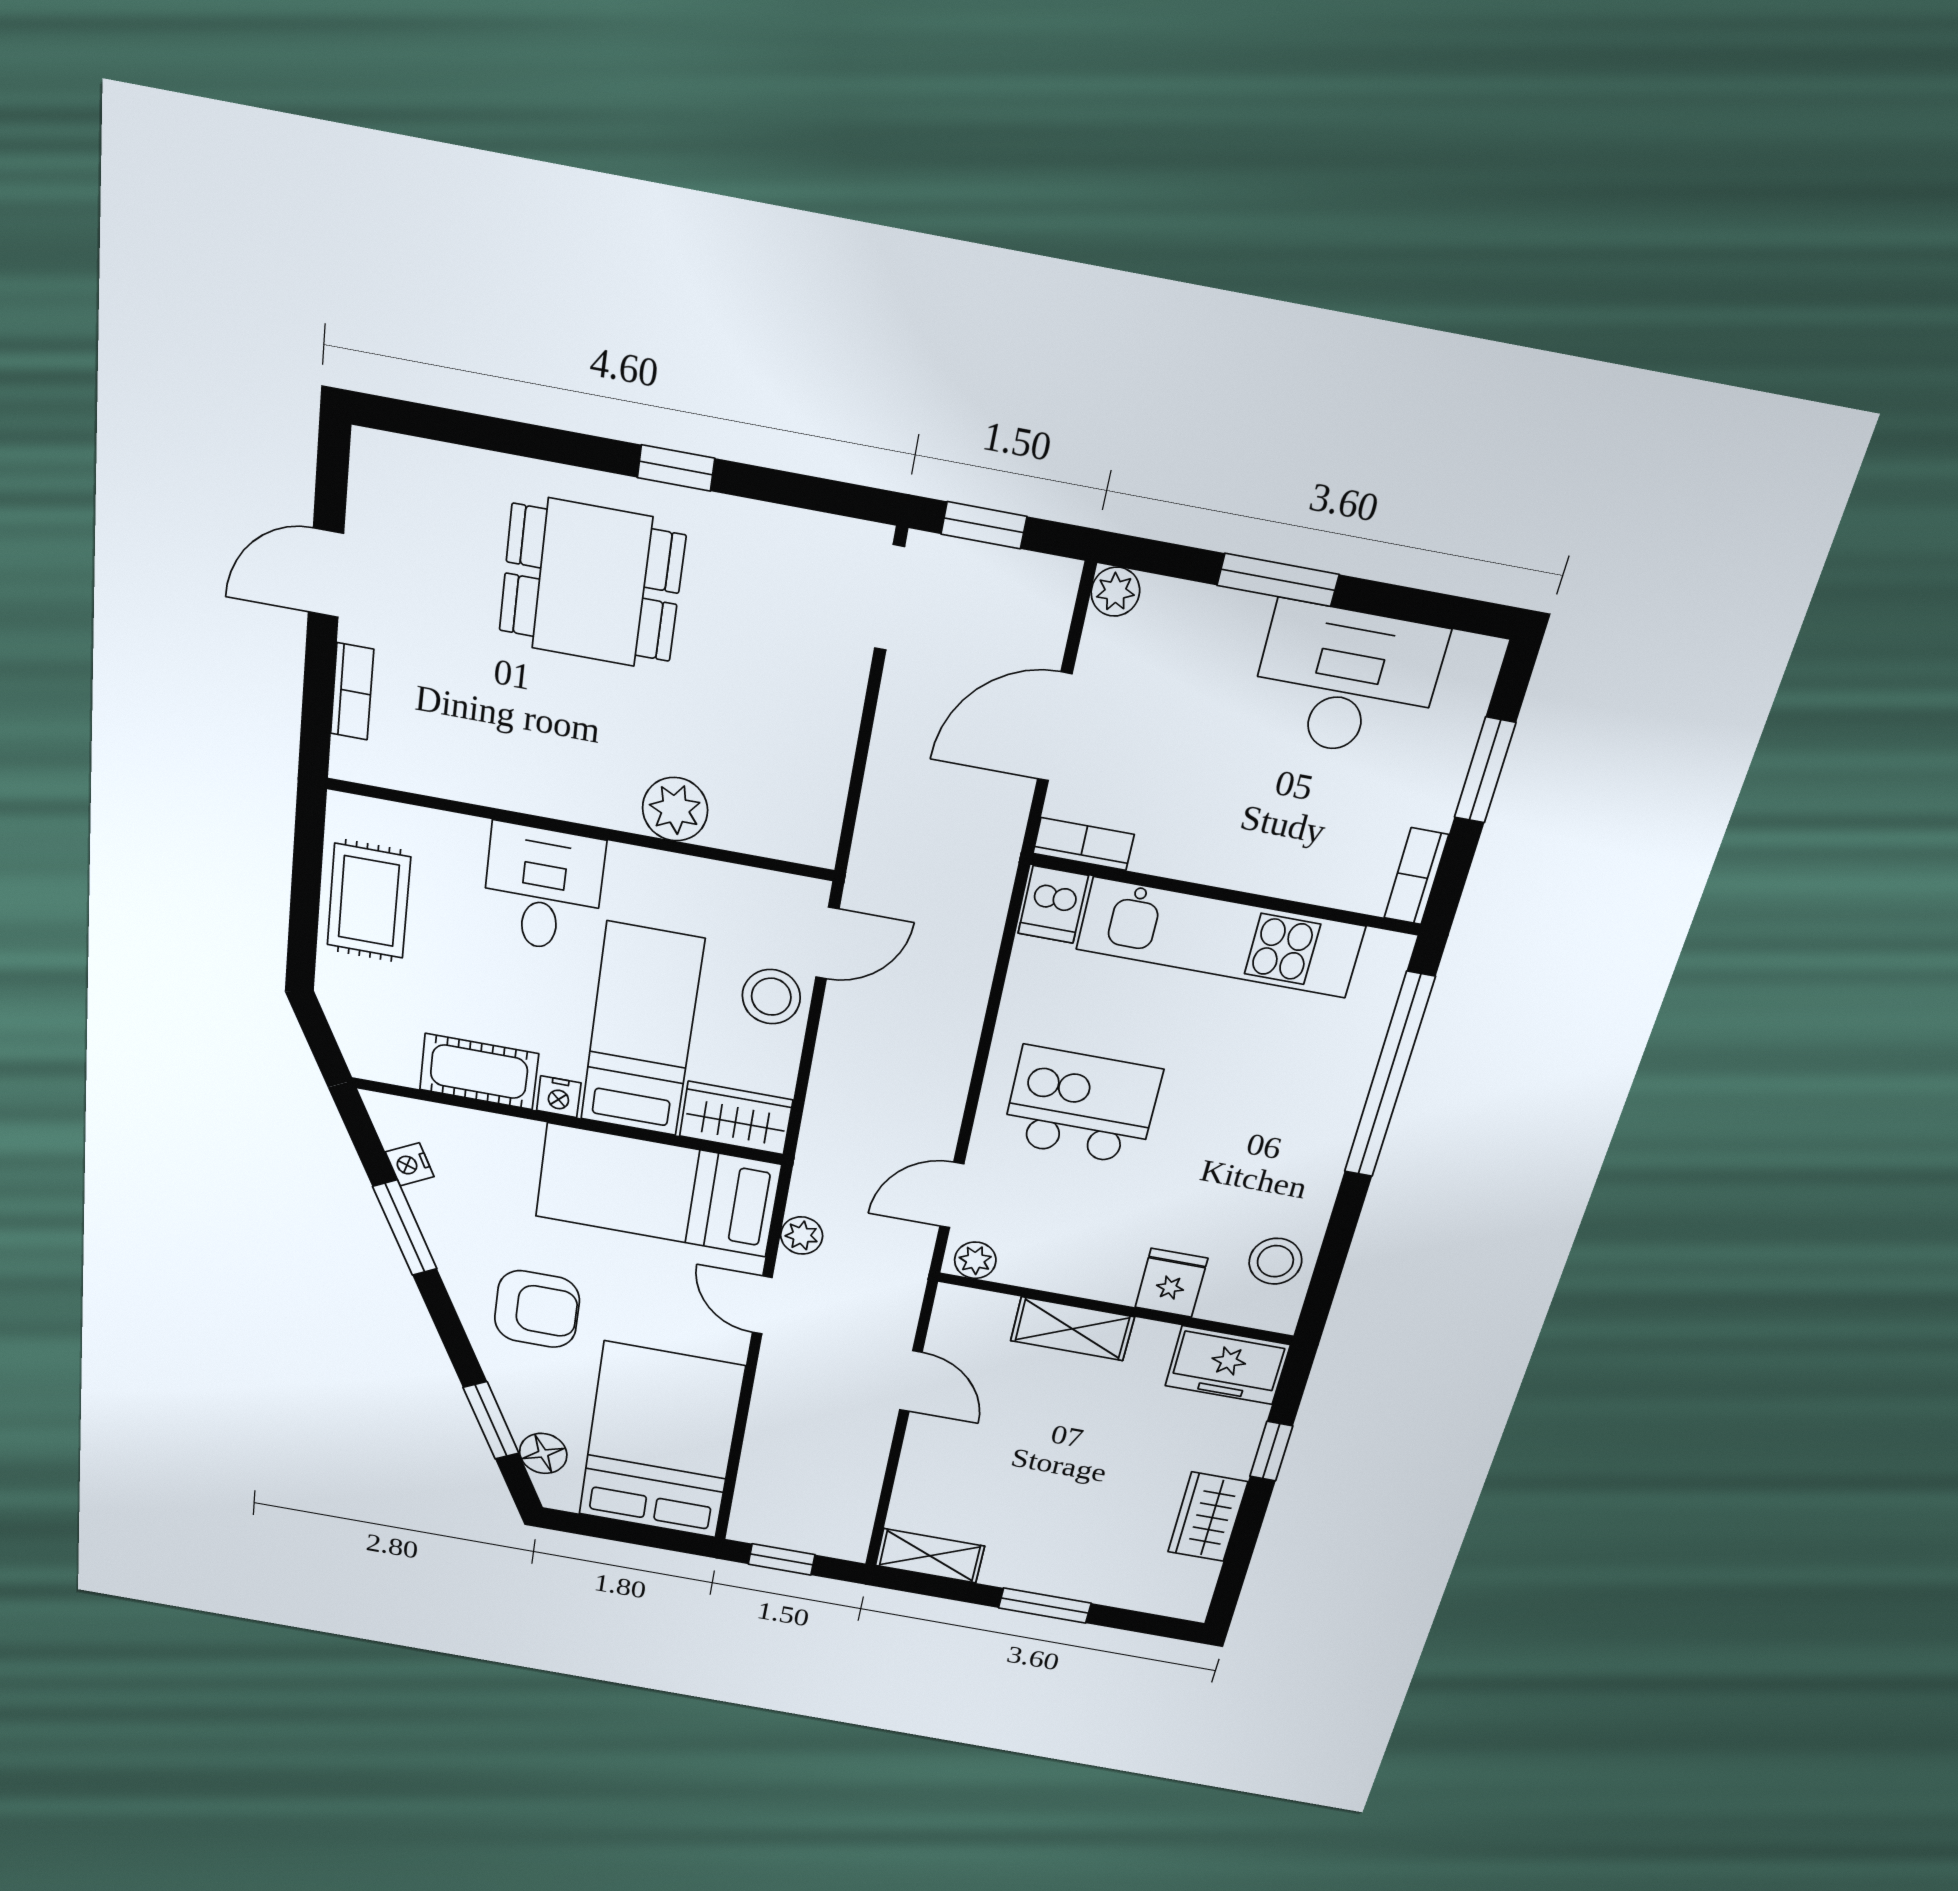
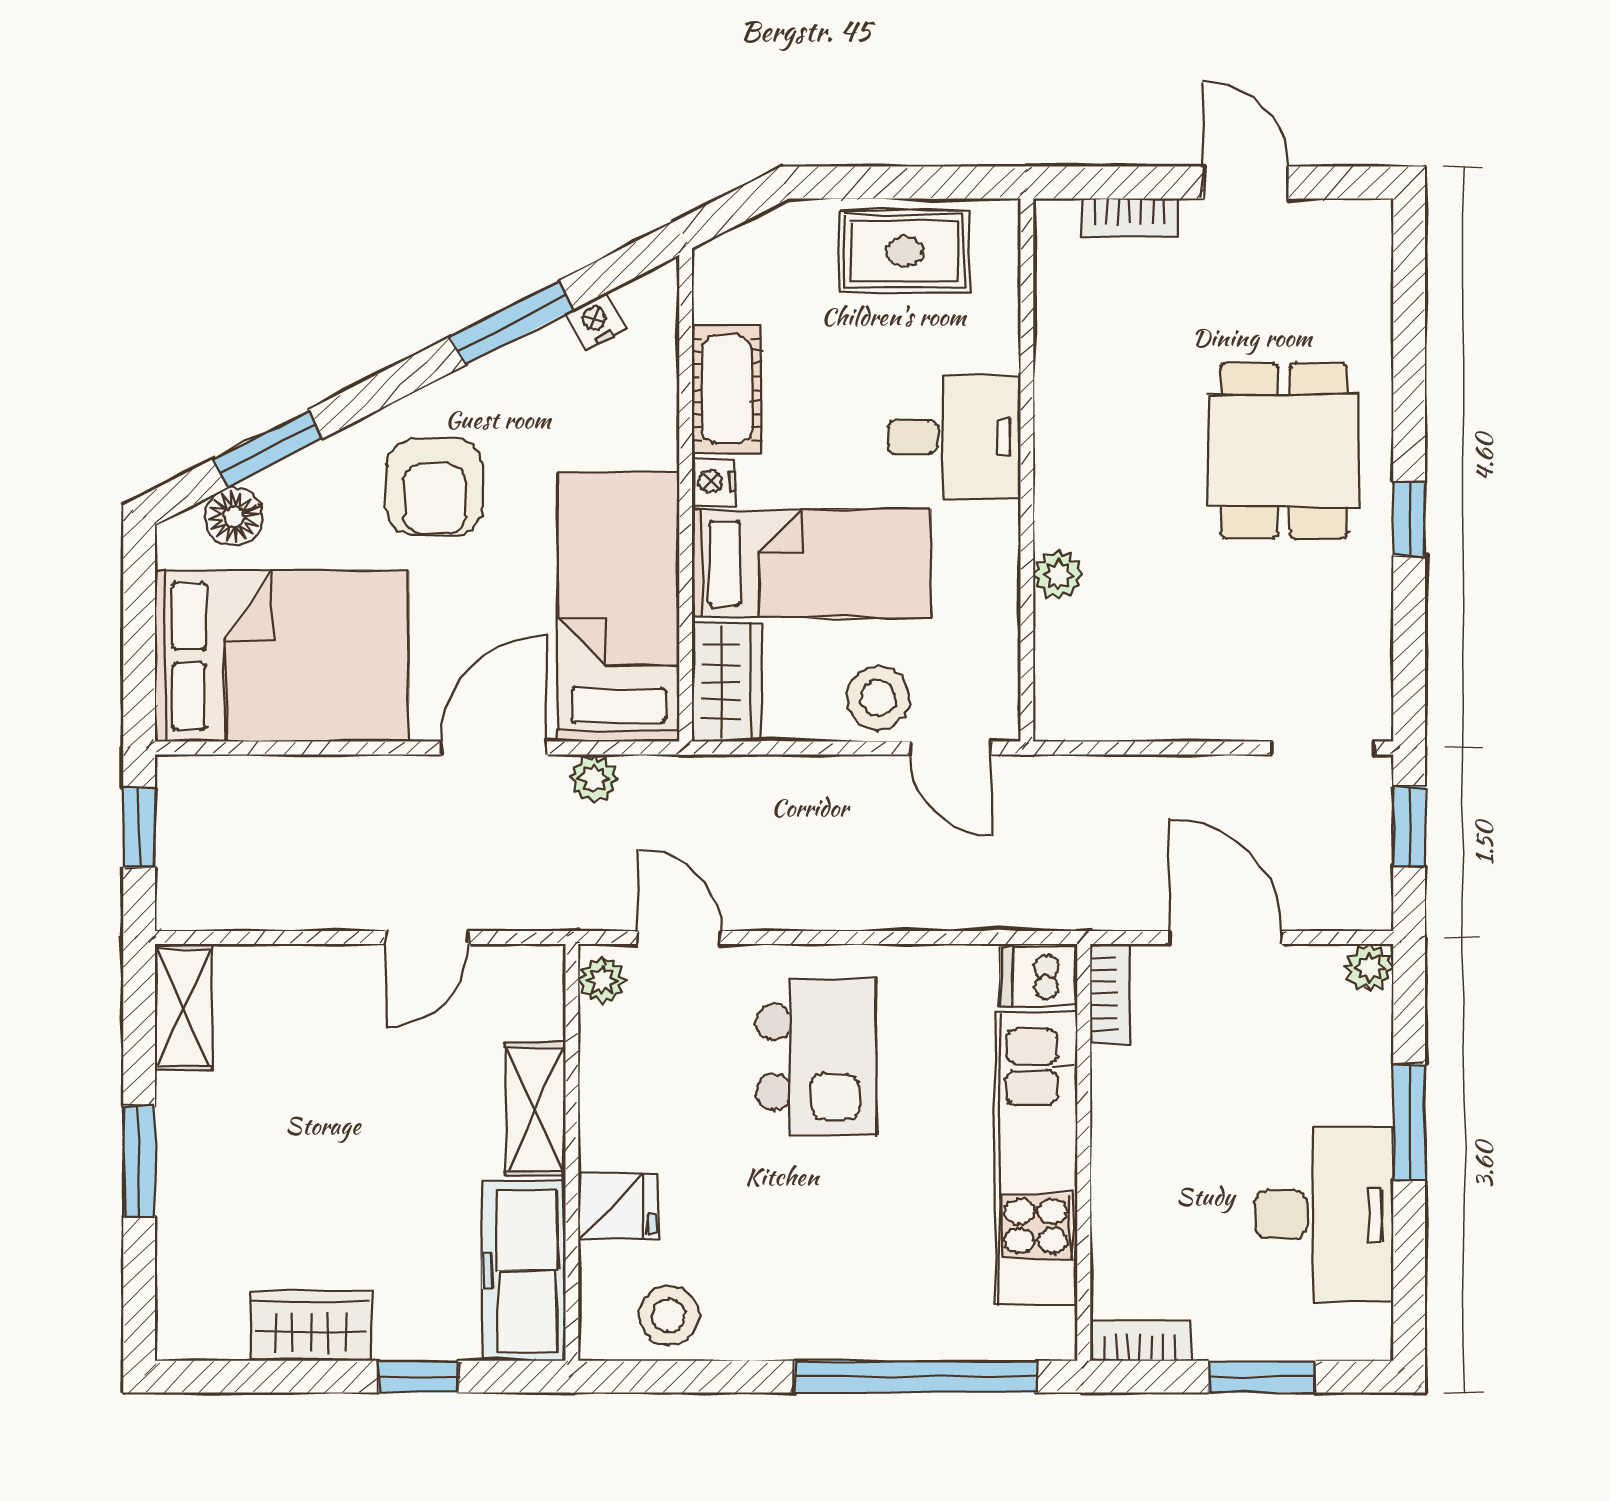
plant: (675, 809) -> (1058, 575), width x0.73, depth x0.73
door: (762, 1305) -> (494, 748), width x1.38
freezer: (1227, 1365) -> (524, 1271), width x1.40

